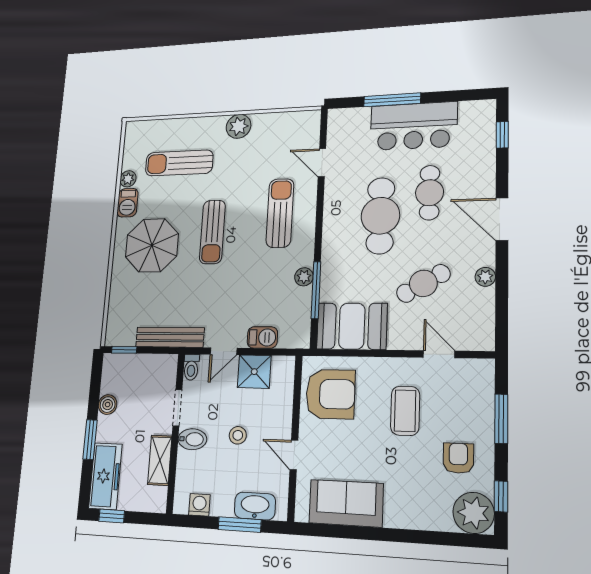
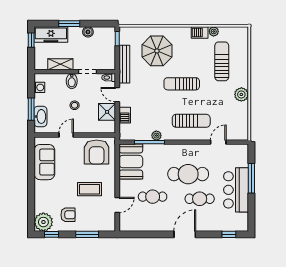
parasol: (152, 245) -> (157, 51), moved
plant: (485, 277) -> (156, 227), removed
cafe table: (423, 283) -> (153, 197), turned -60

